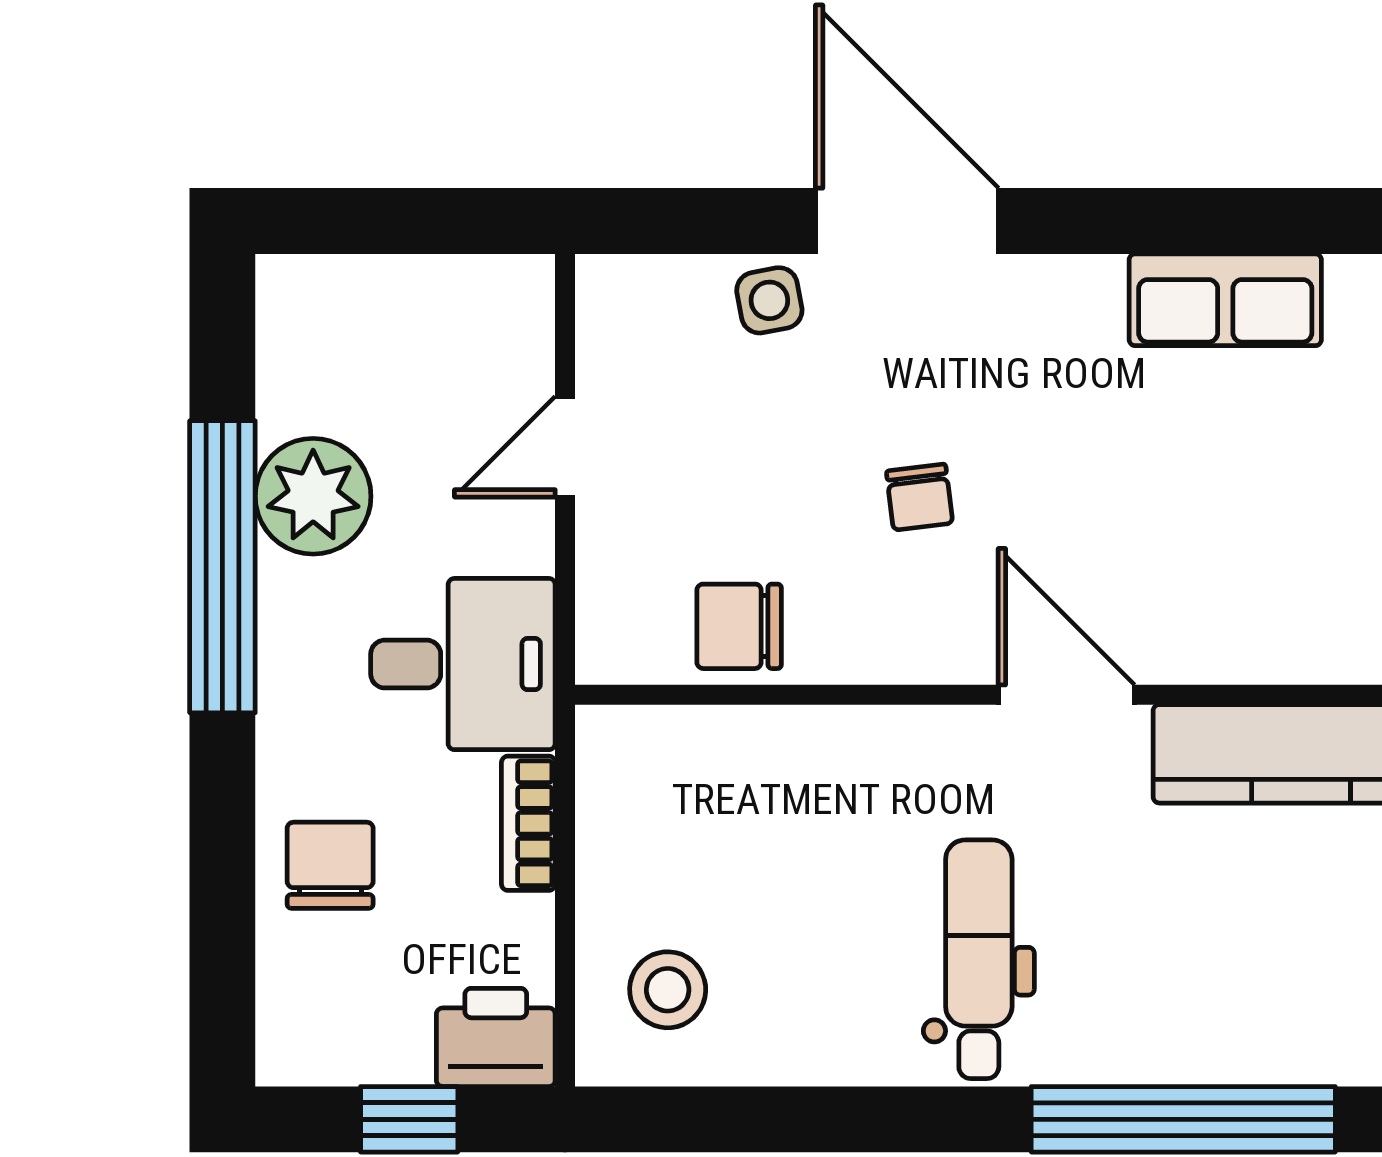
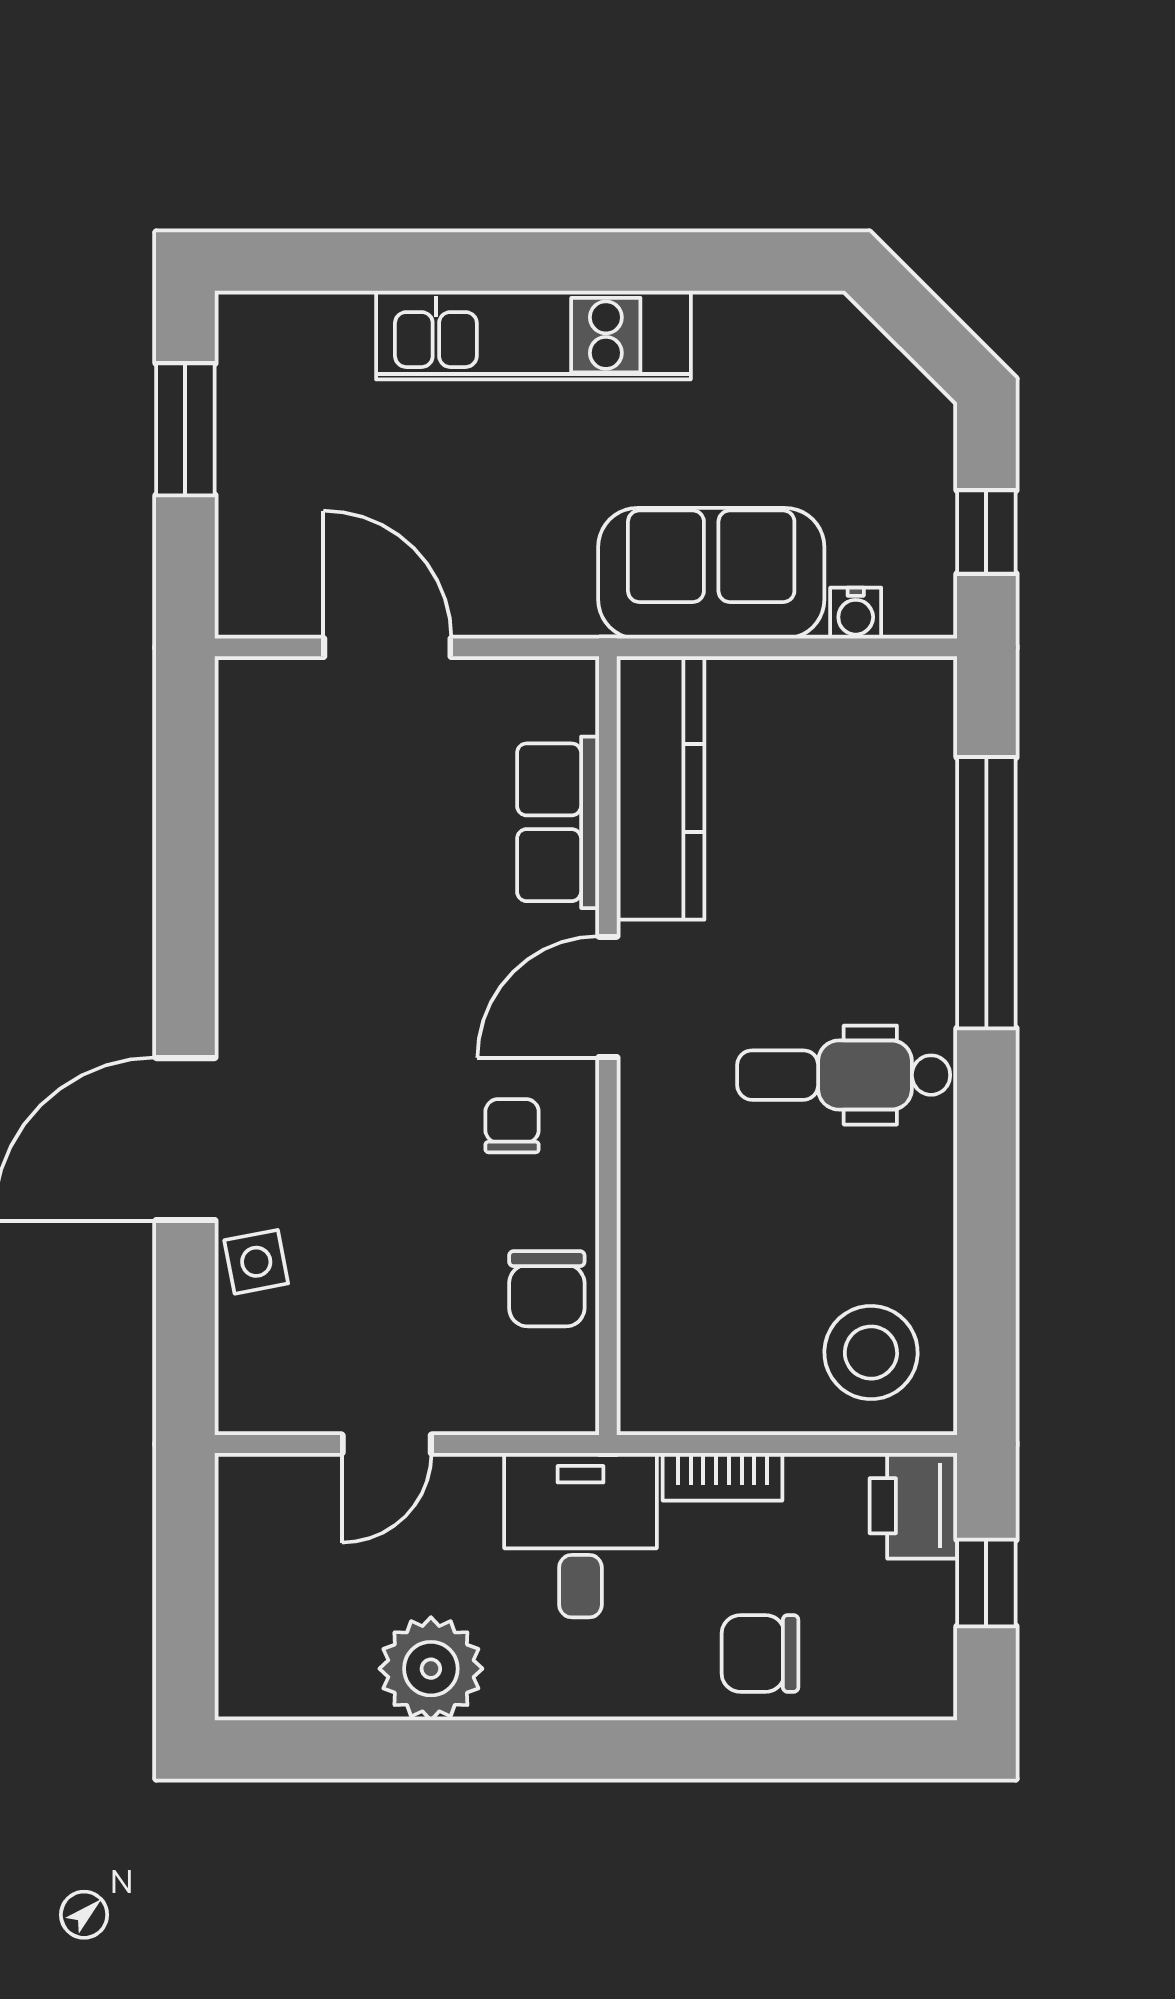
row of seats: (1225, 300) -> (558, 822), moved, turned 180
door: (565, 447) -> (387, 1444), hinge flipped
chair: (920, 497) -> (512, 1126), moved, turned -83
window: (222, 567) -> (494, 1750), removed
stool: (668, 990) -> (871, 1353), width x1.38, depth x1.38

